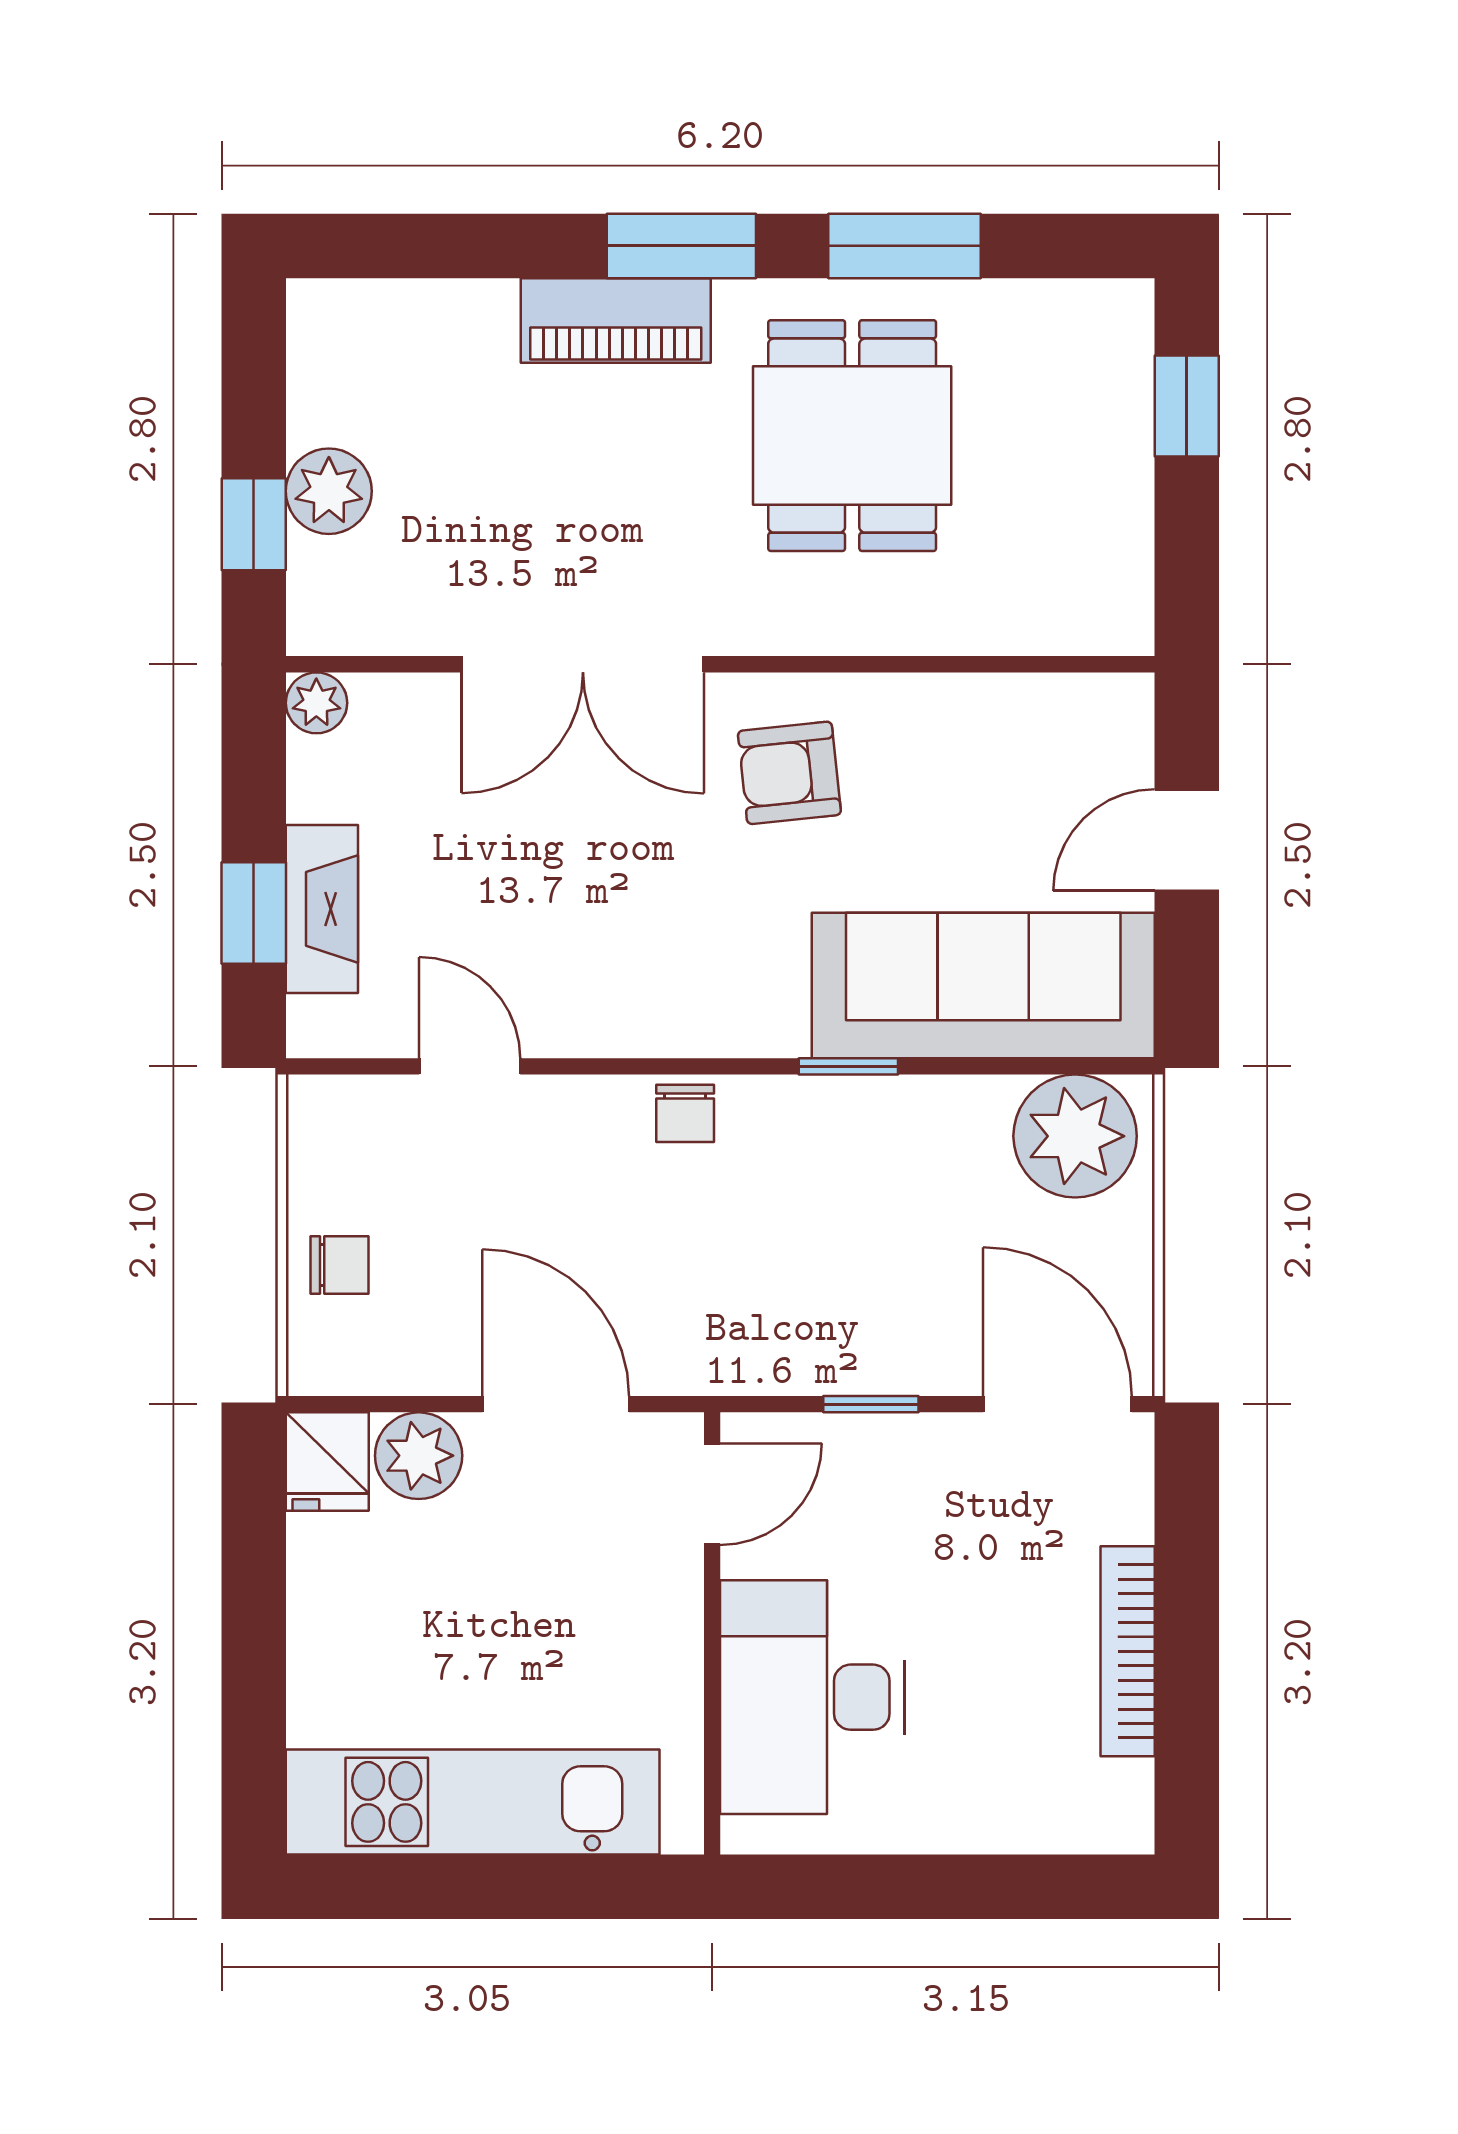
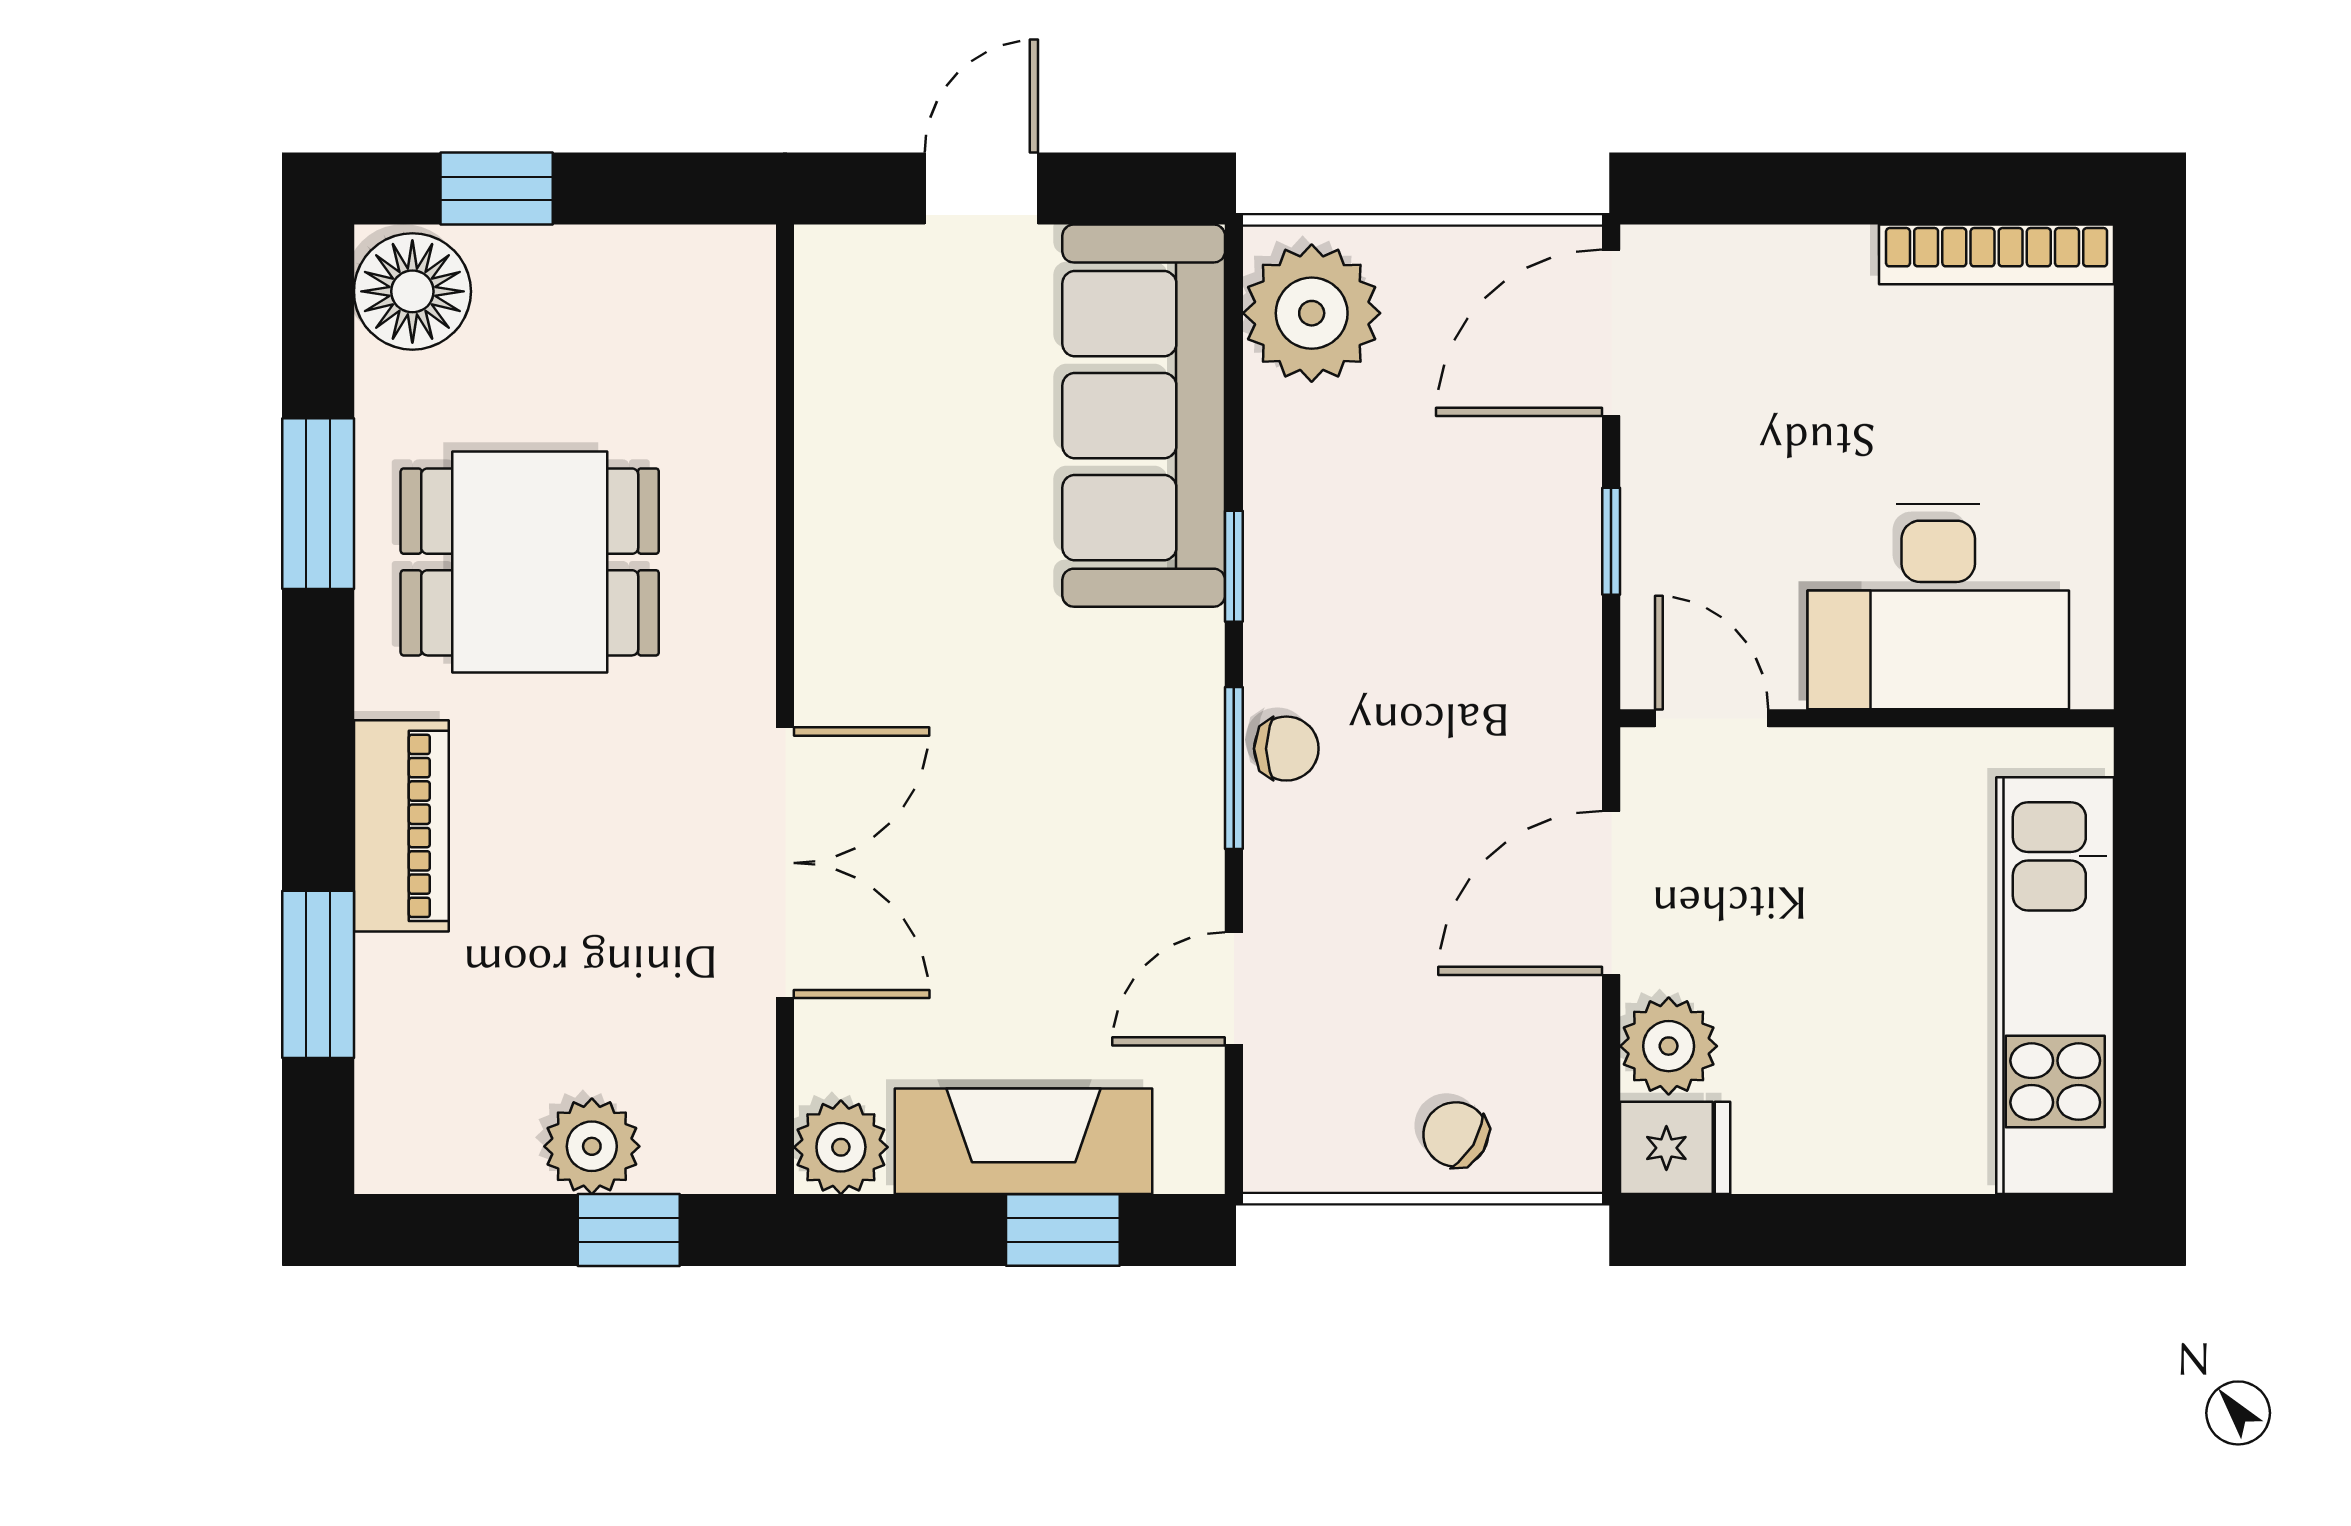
window: (681, 246) -> (318, 974), moved
floor lamp: (1095, 330) -> (412, 291), added
plant: (316, 703) -> (841, 1147), width x1.38, depth x1.38
armchair: (789, 773) -> (906, 632), removed
door: (1187, 840) -> (981, 188), swing flipped
fireplace: (322, 909) -> (1024, 1141), width x1.37, depth x1.32
window: (668, 1066) -> (1234, 768), added
chair: (339, 1265) -> (1456, 1134), turned -59
bookcase: (1128, 1651) -> (1997, 254), moved

